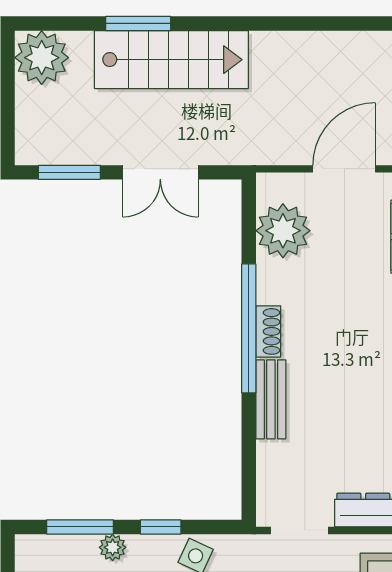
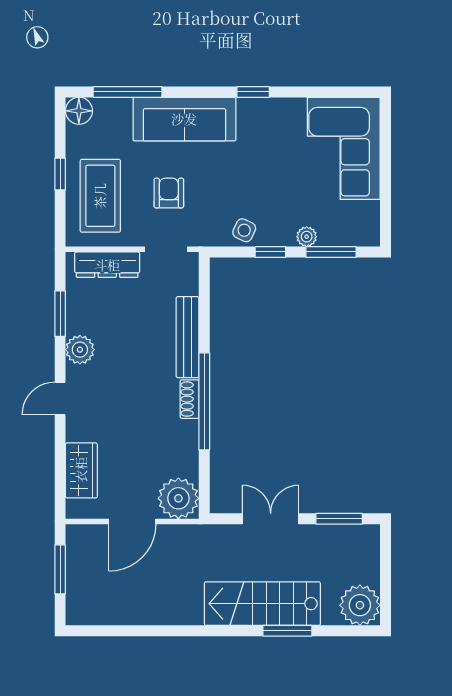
plant: (283, 231) -> (178, 498), moved
bench: (271, 399) -> (187, 337), width x1.36

